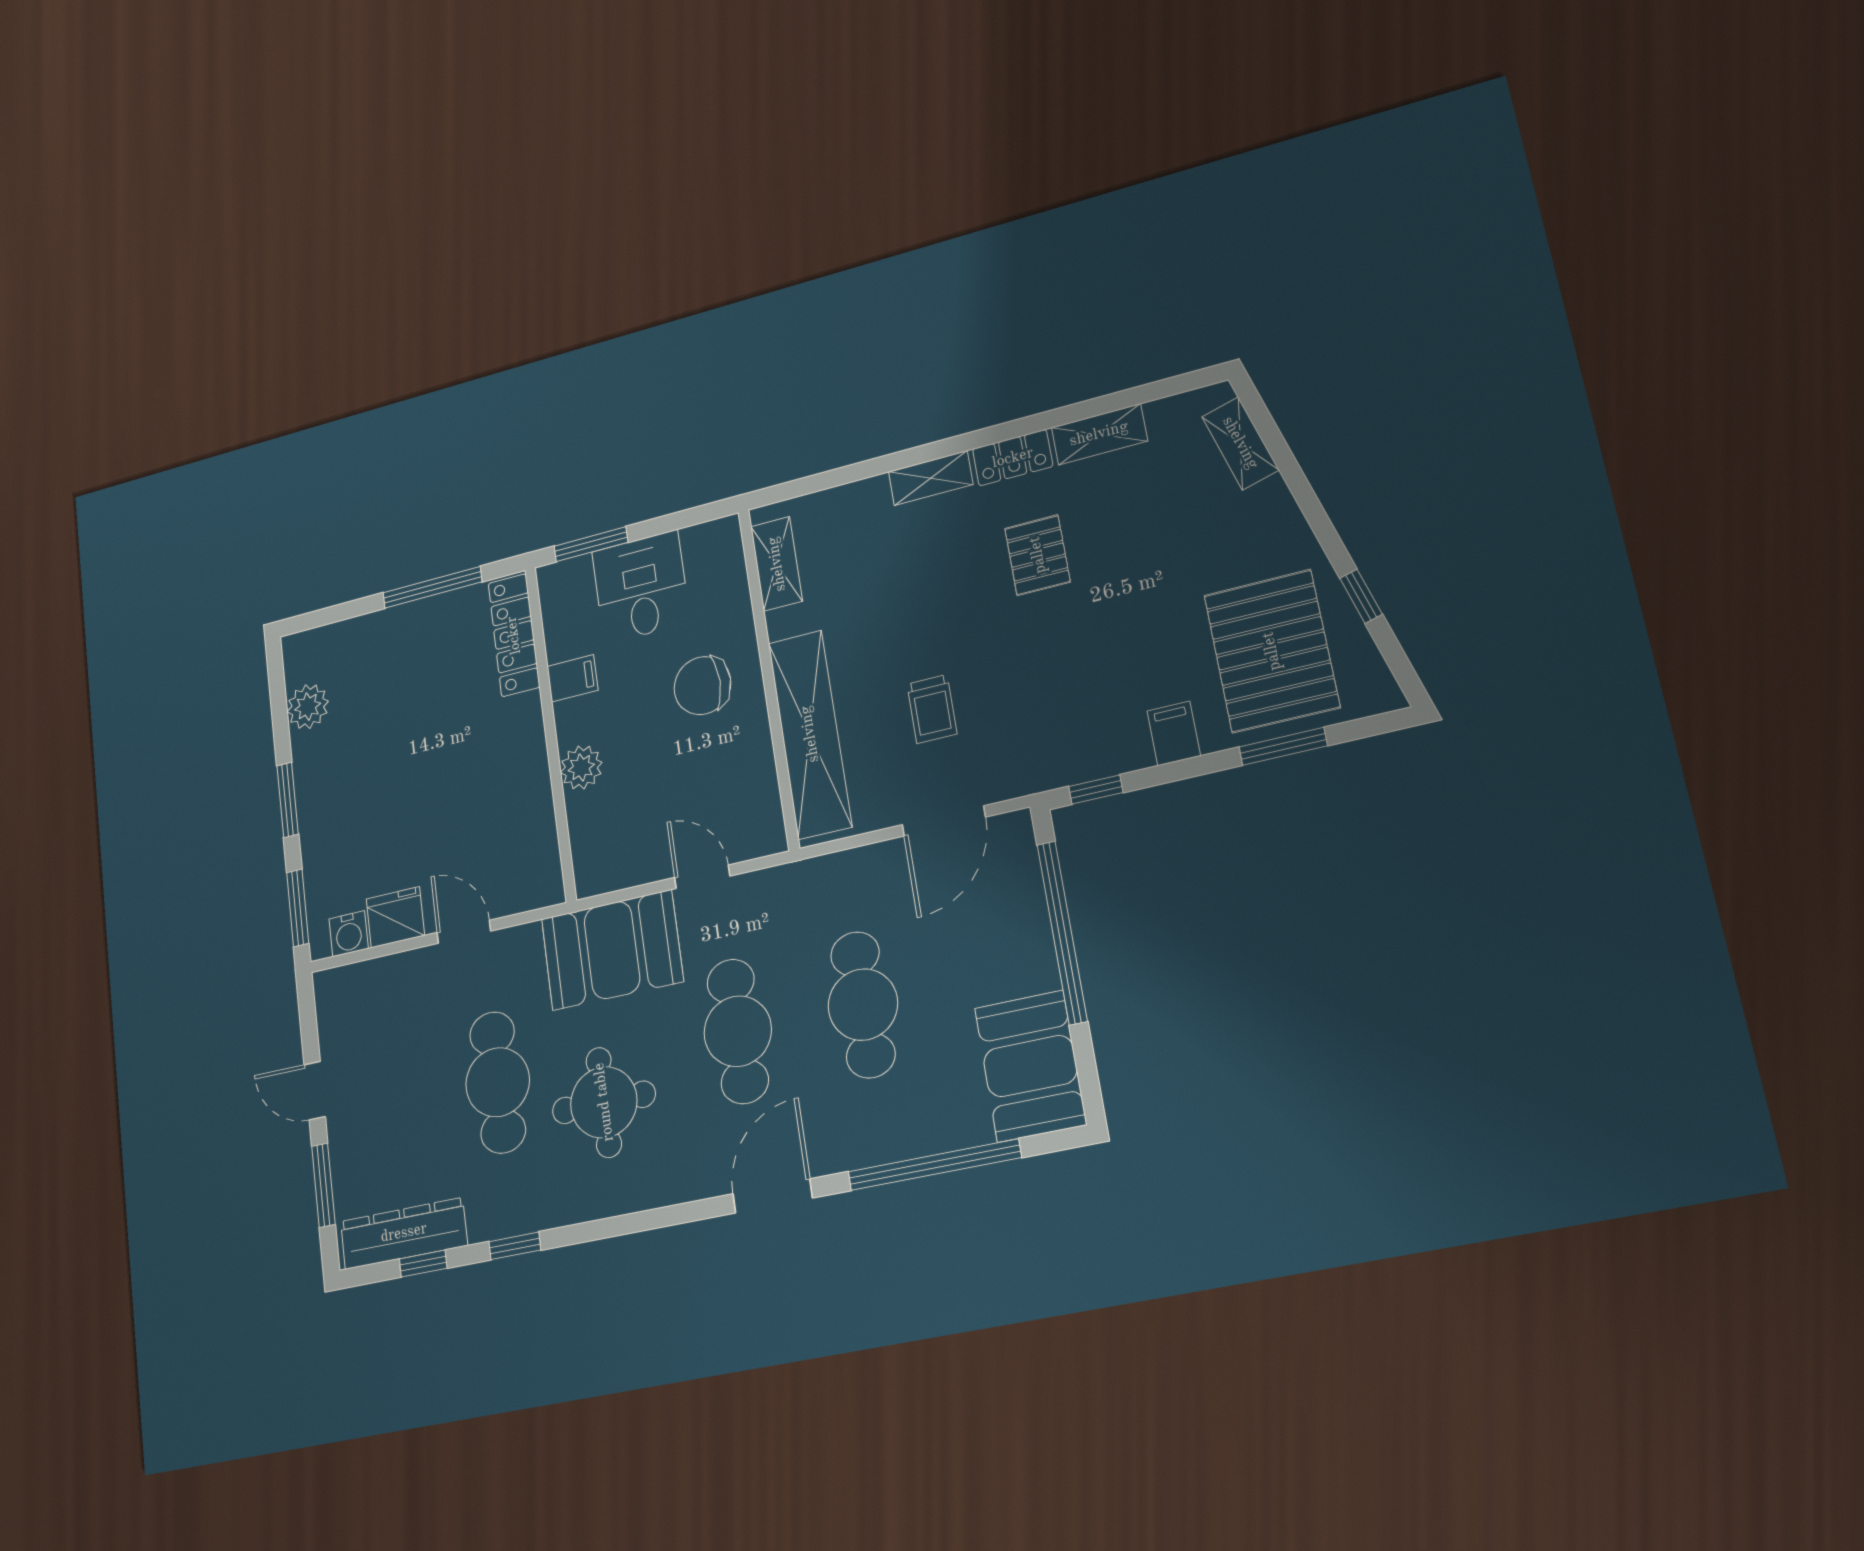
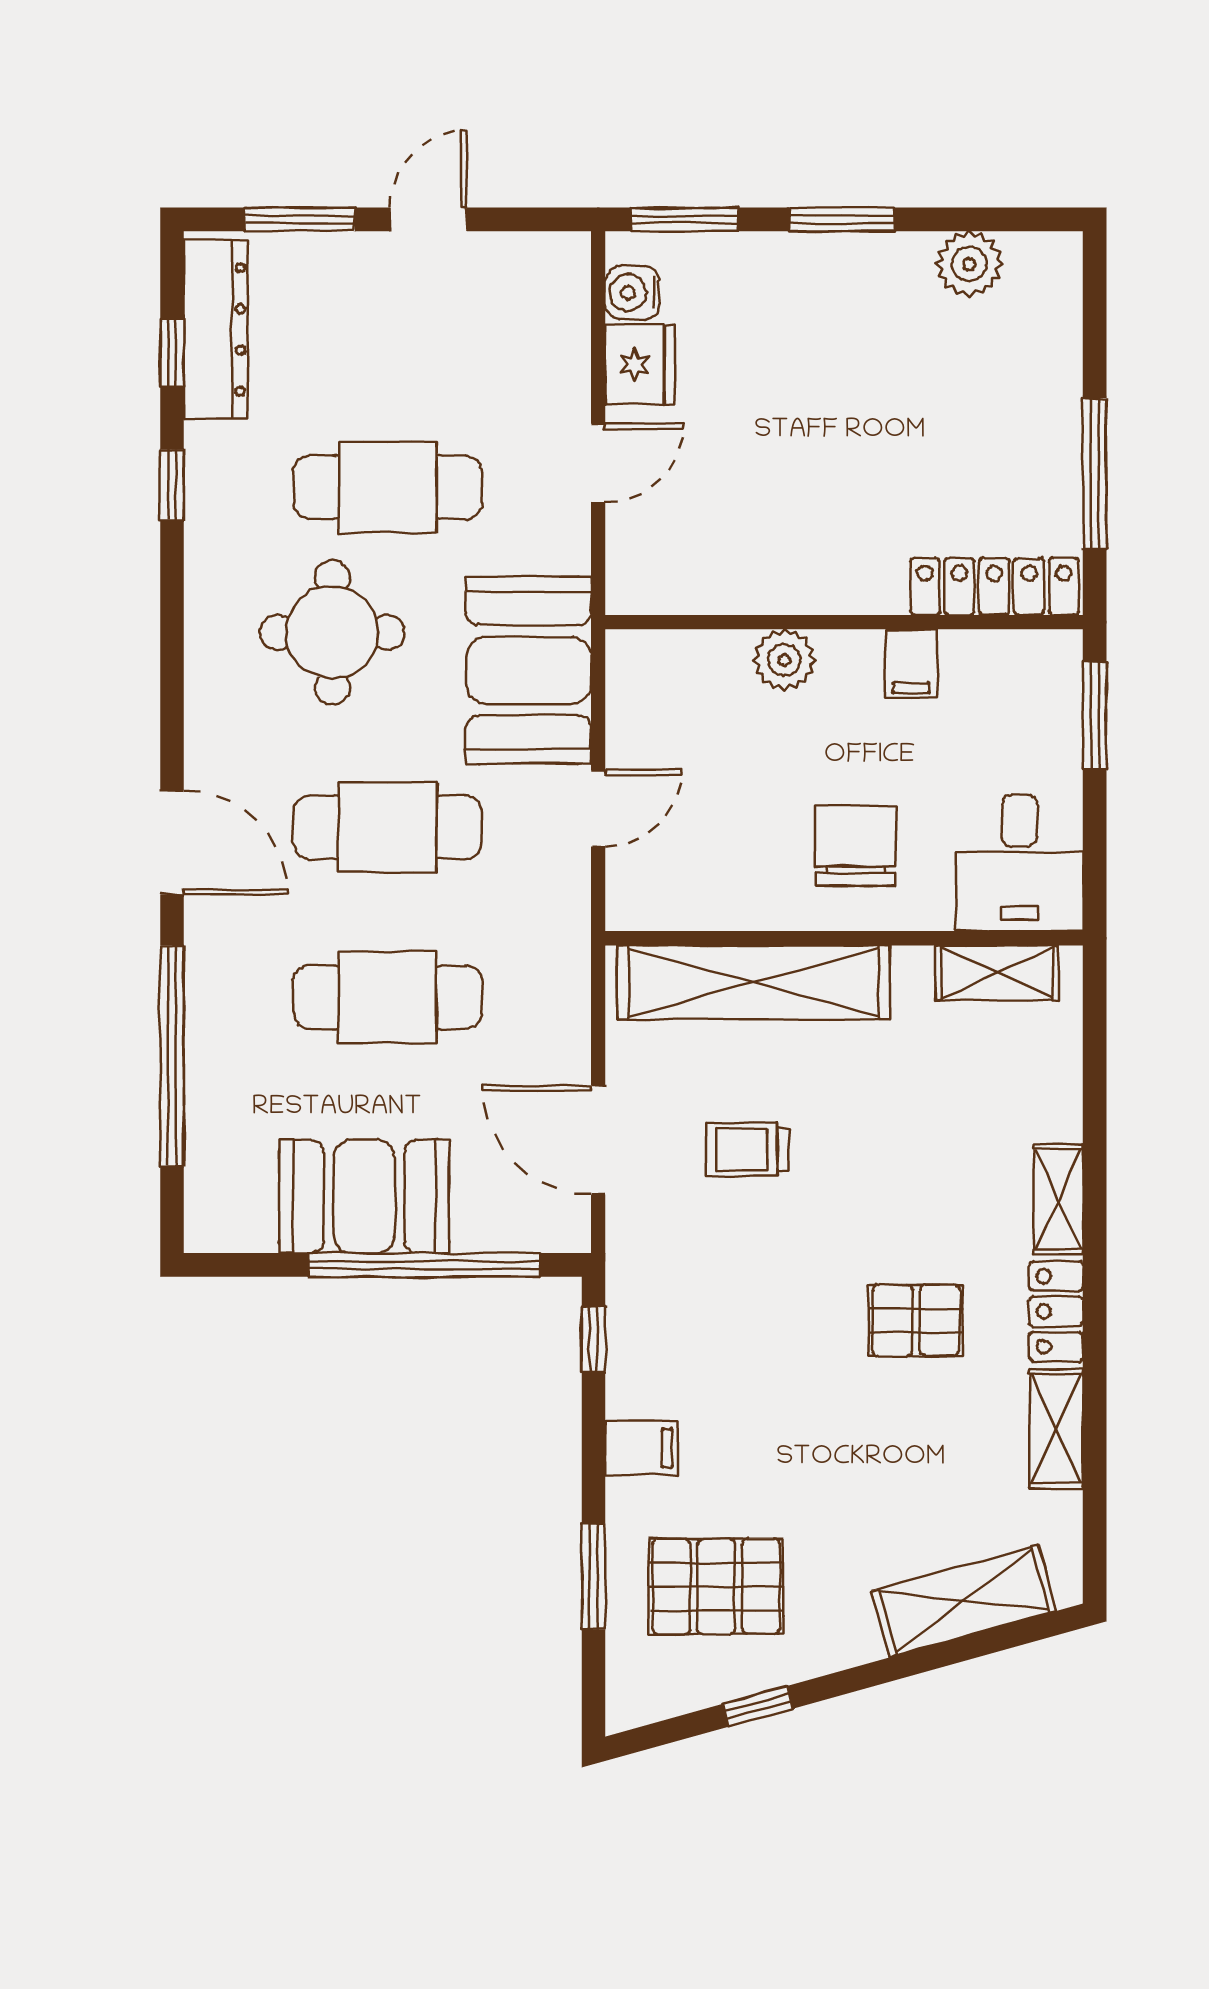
shelving: (1240, 443) -> (964, 1601), width x1.50, depth x1.33
desk: (641, 587) -> (1020, 863), moved, turned 90
pallet: (1272, 651) -> (716, 1586), width x0.73, depth x0.71
booth: (1030, 1066) -> (364, 1196), moved

